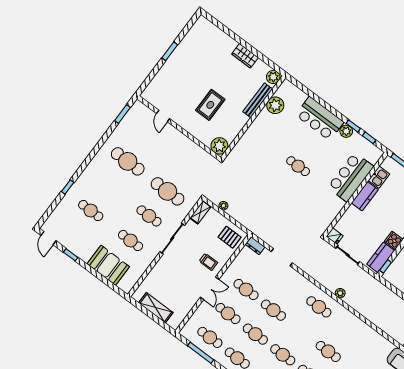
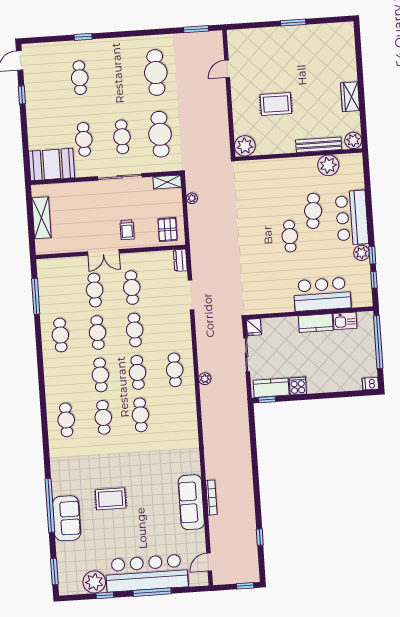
cafe table: (295, 139) -> (313, 211), added
booth: (108, 265) -> (52, 165), moved, turned 90
cafe table: (210, 337) -> (138, 372), moved

